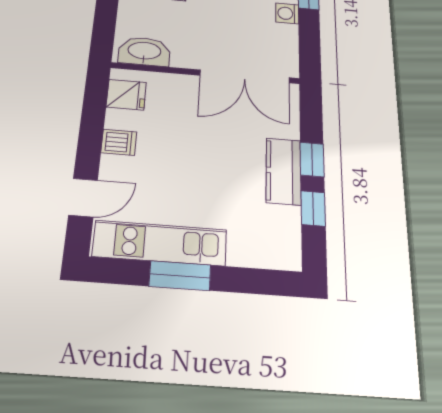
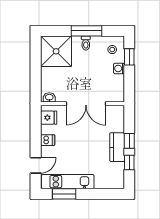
washbasin: (144, 51) -> (49, 97), width x0.52, depth x0.69
double door: (245, 76) -> (86, 104), moved
window: (180, 276) -> (64, 194), moved

